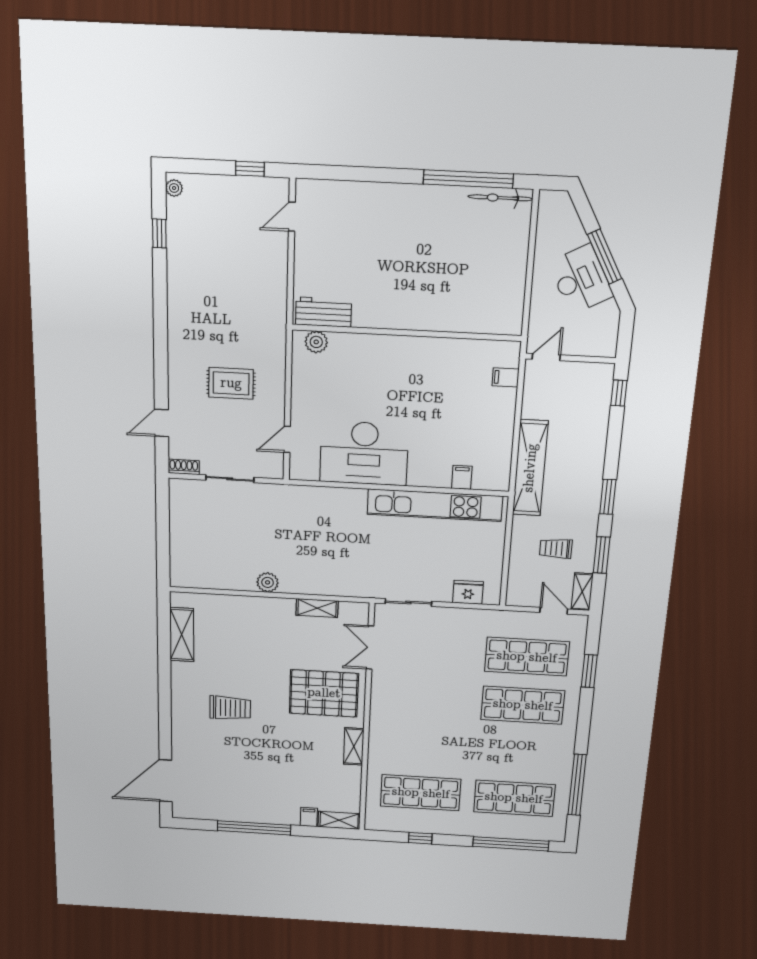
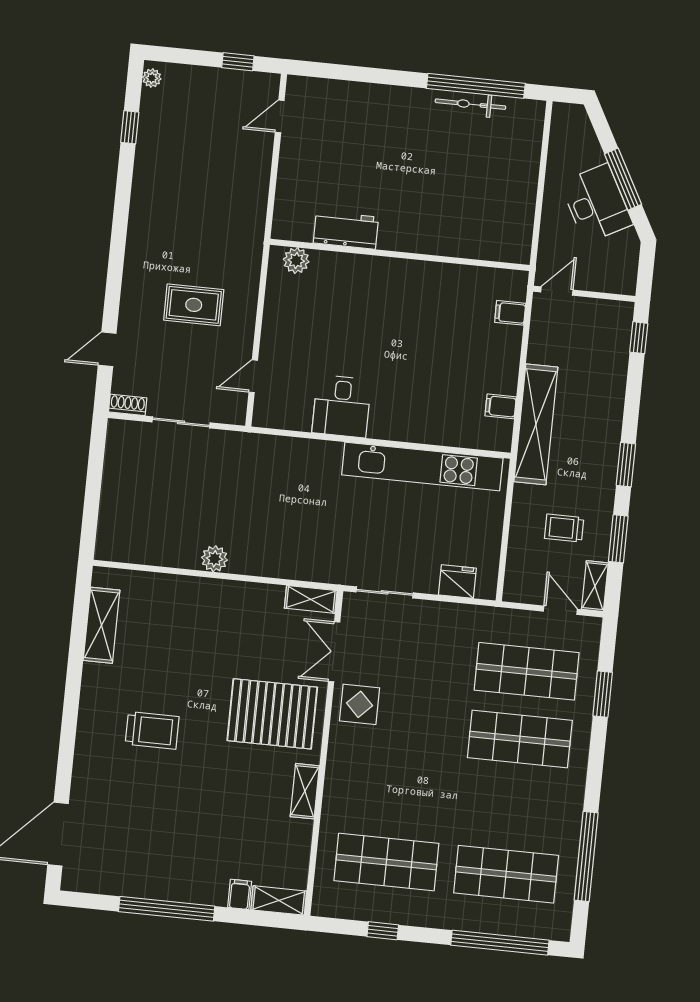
bicycle: (500, 198) -> (470, 104), moved
workbench: (323, 312) -> (346, 230), moved
desk: (364, 453) -> (342, 406), width x0.53, depth x0.77
filing cabinet: (462, 477) -> (501, 406), moved, turned -90
shelving: (317, 608) -> (311, 599), moved
display table: (393, 685) -> (360, 704), added

